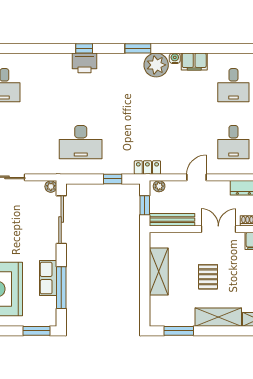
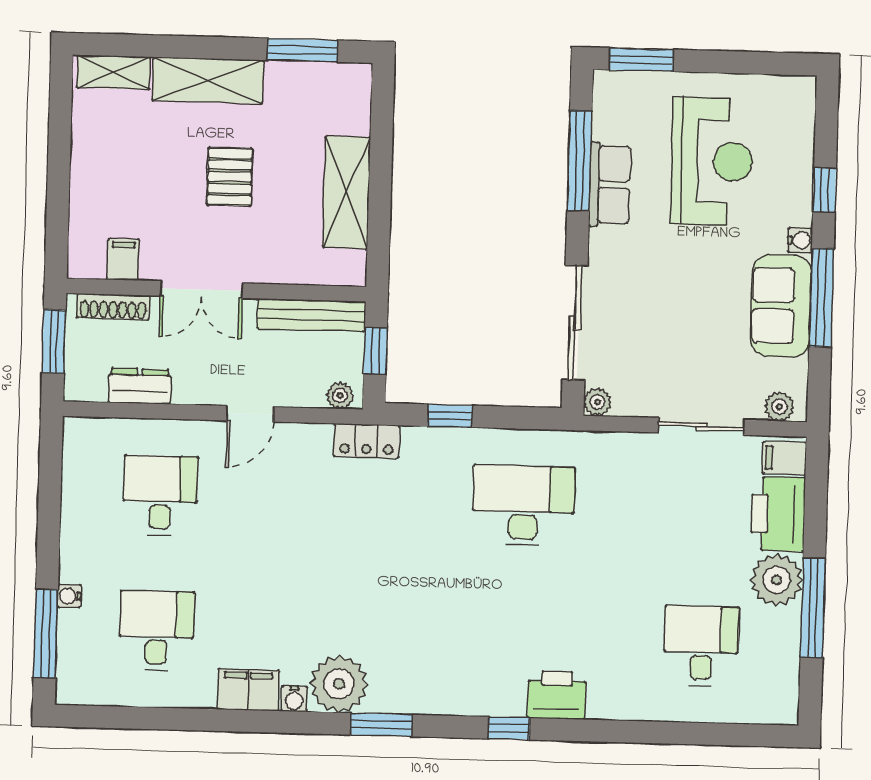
printer: (85, 63) -> (557, 695), moved

